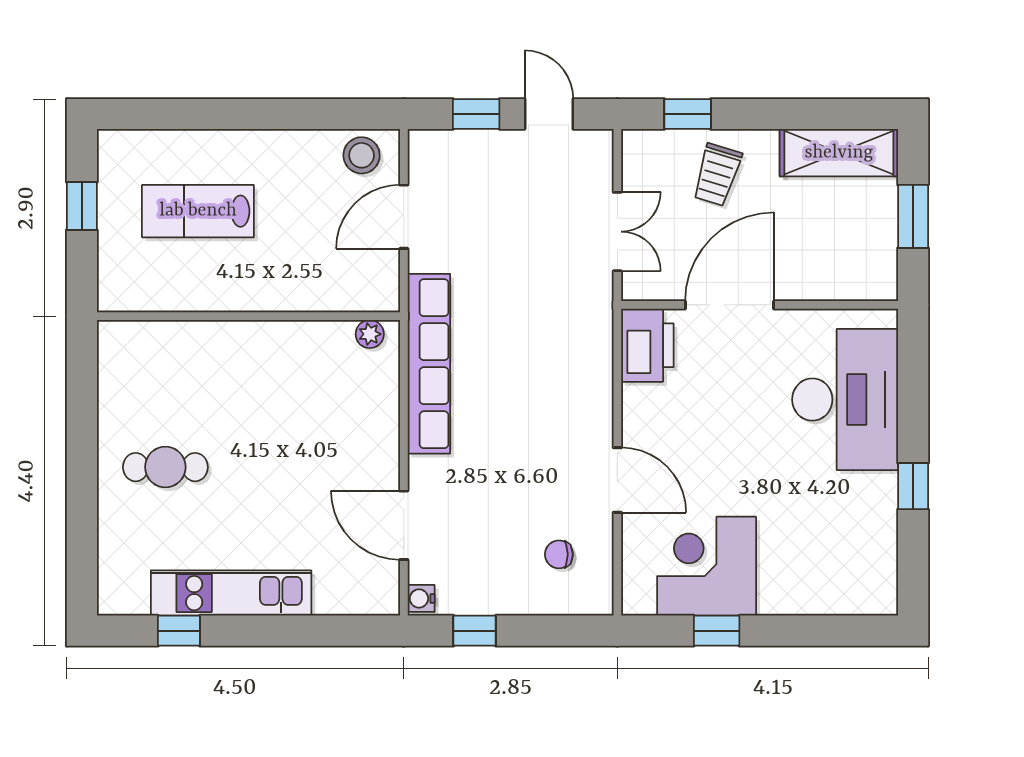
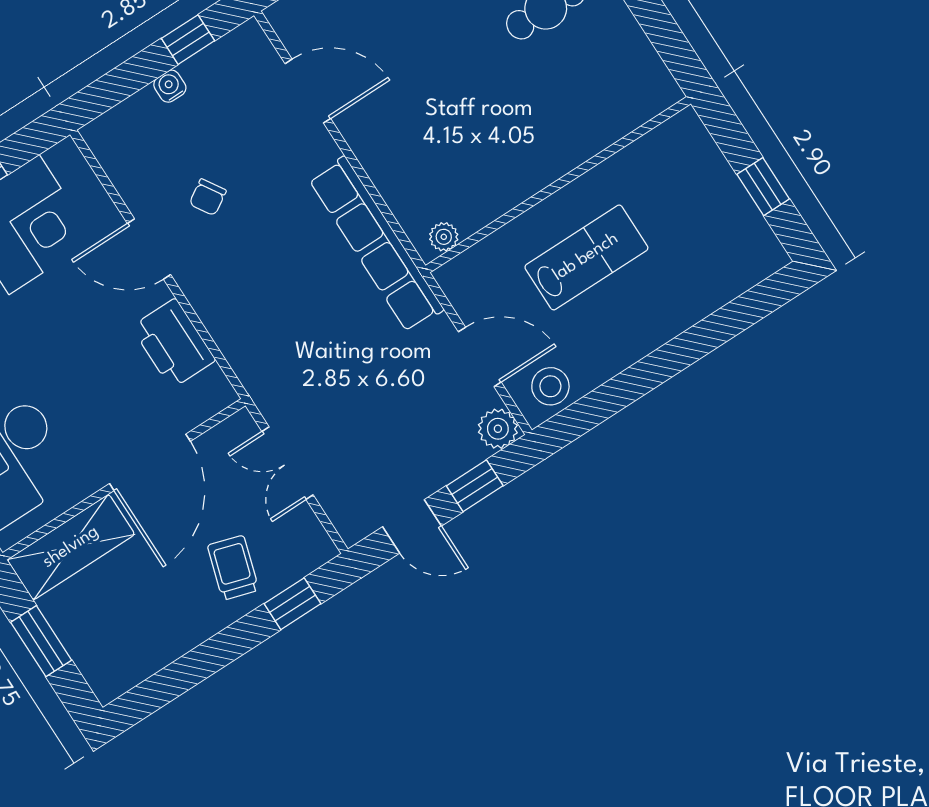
plant: (427, 148) -> (498, 429), added
shelving: (839, 153) -> (71, 547), moved
lab bench: (198, 211) -> (586, 257), moved
door: (404, 217) -> (480, 357), hinge flipped
printer: (647, 345) -> (173, 344), moved
chair: (559, 554) -> (208, 197), moved, turned 148
water cooler: (421, 598) -> (170, 86), moved, turned -90

